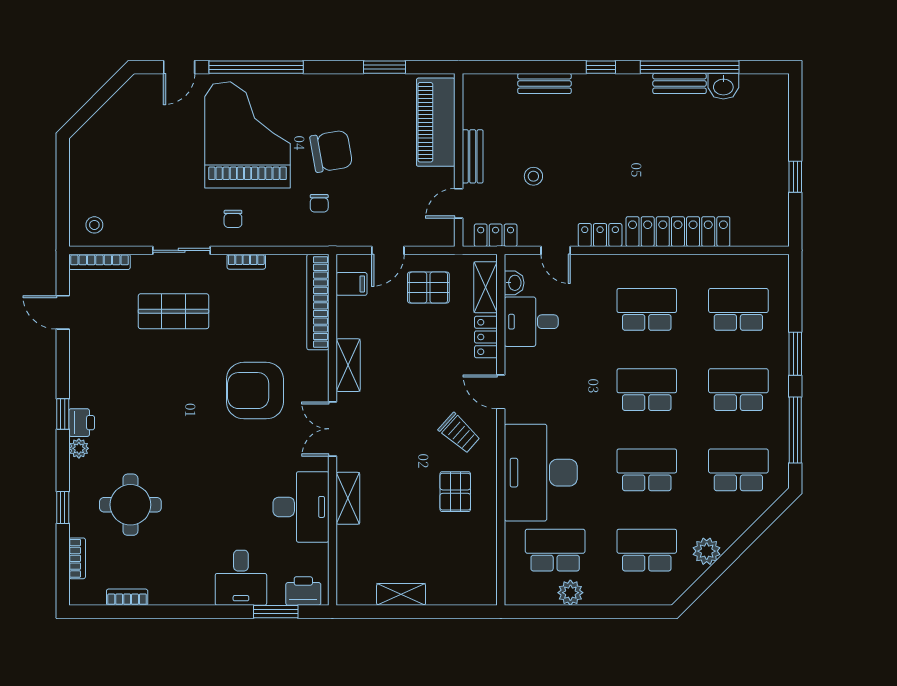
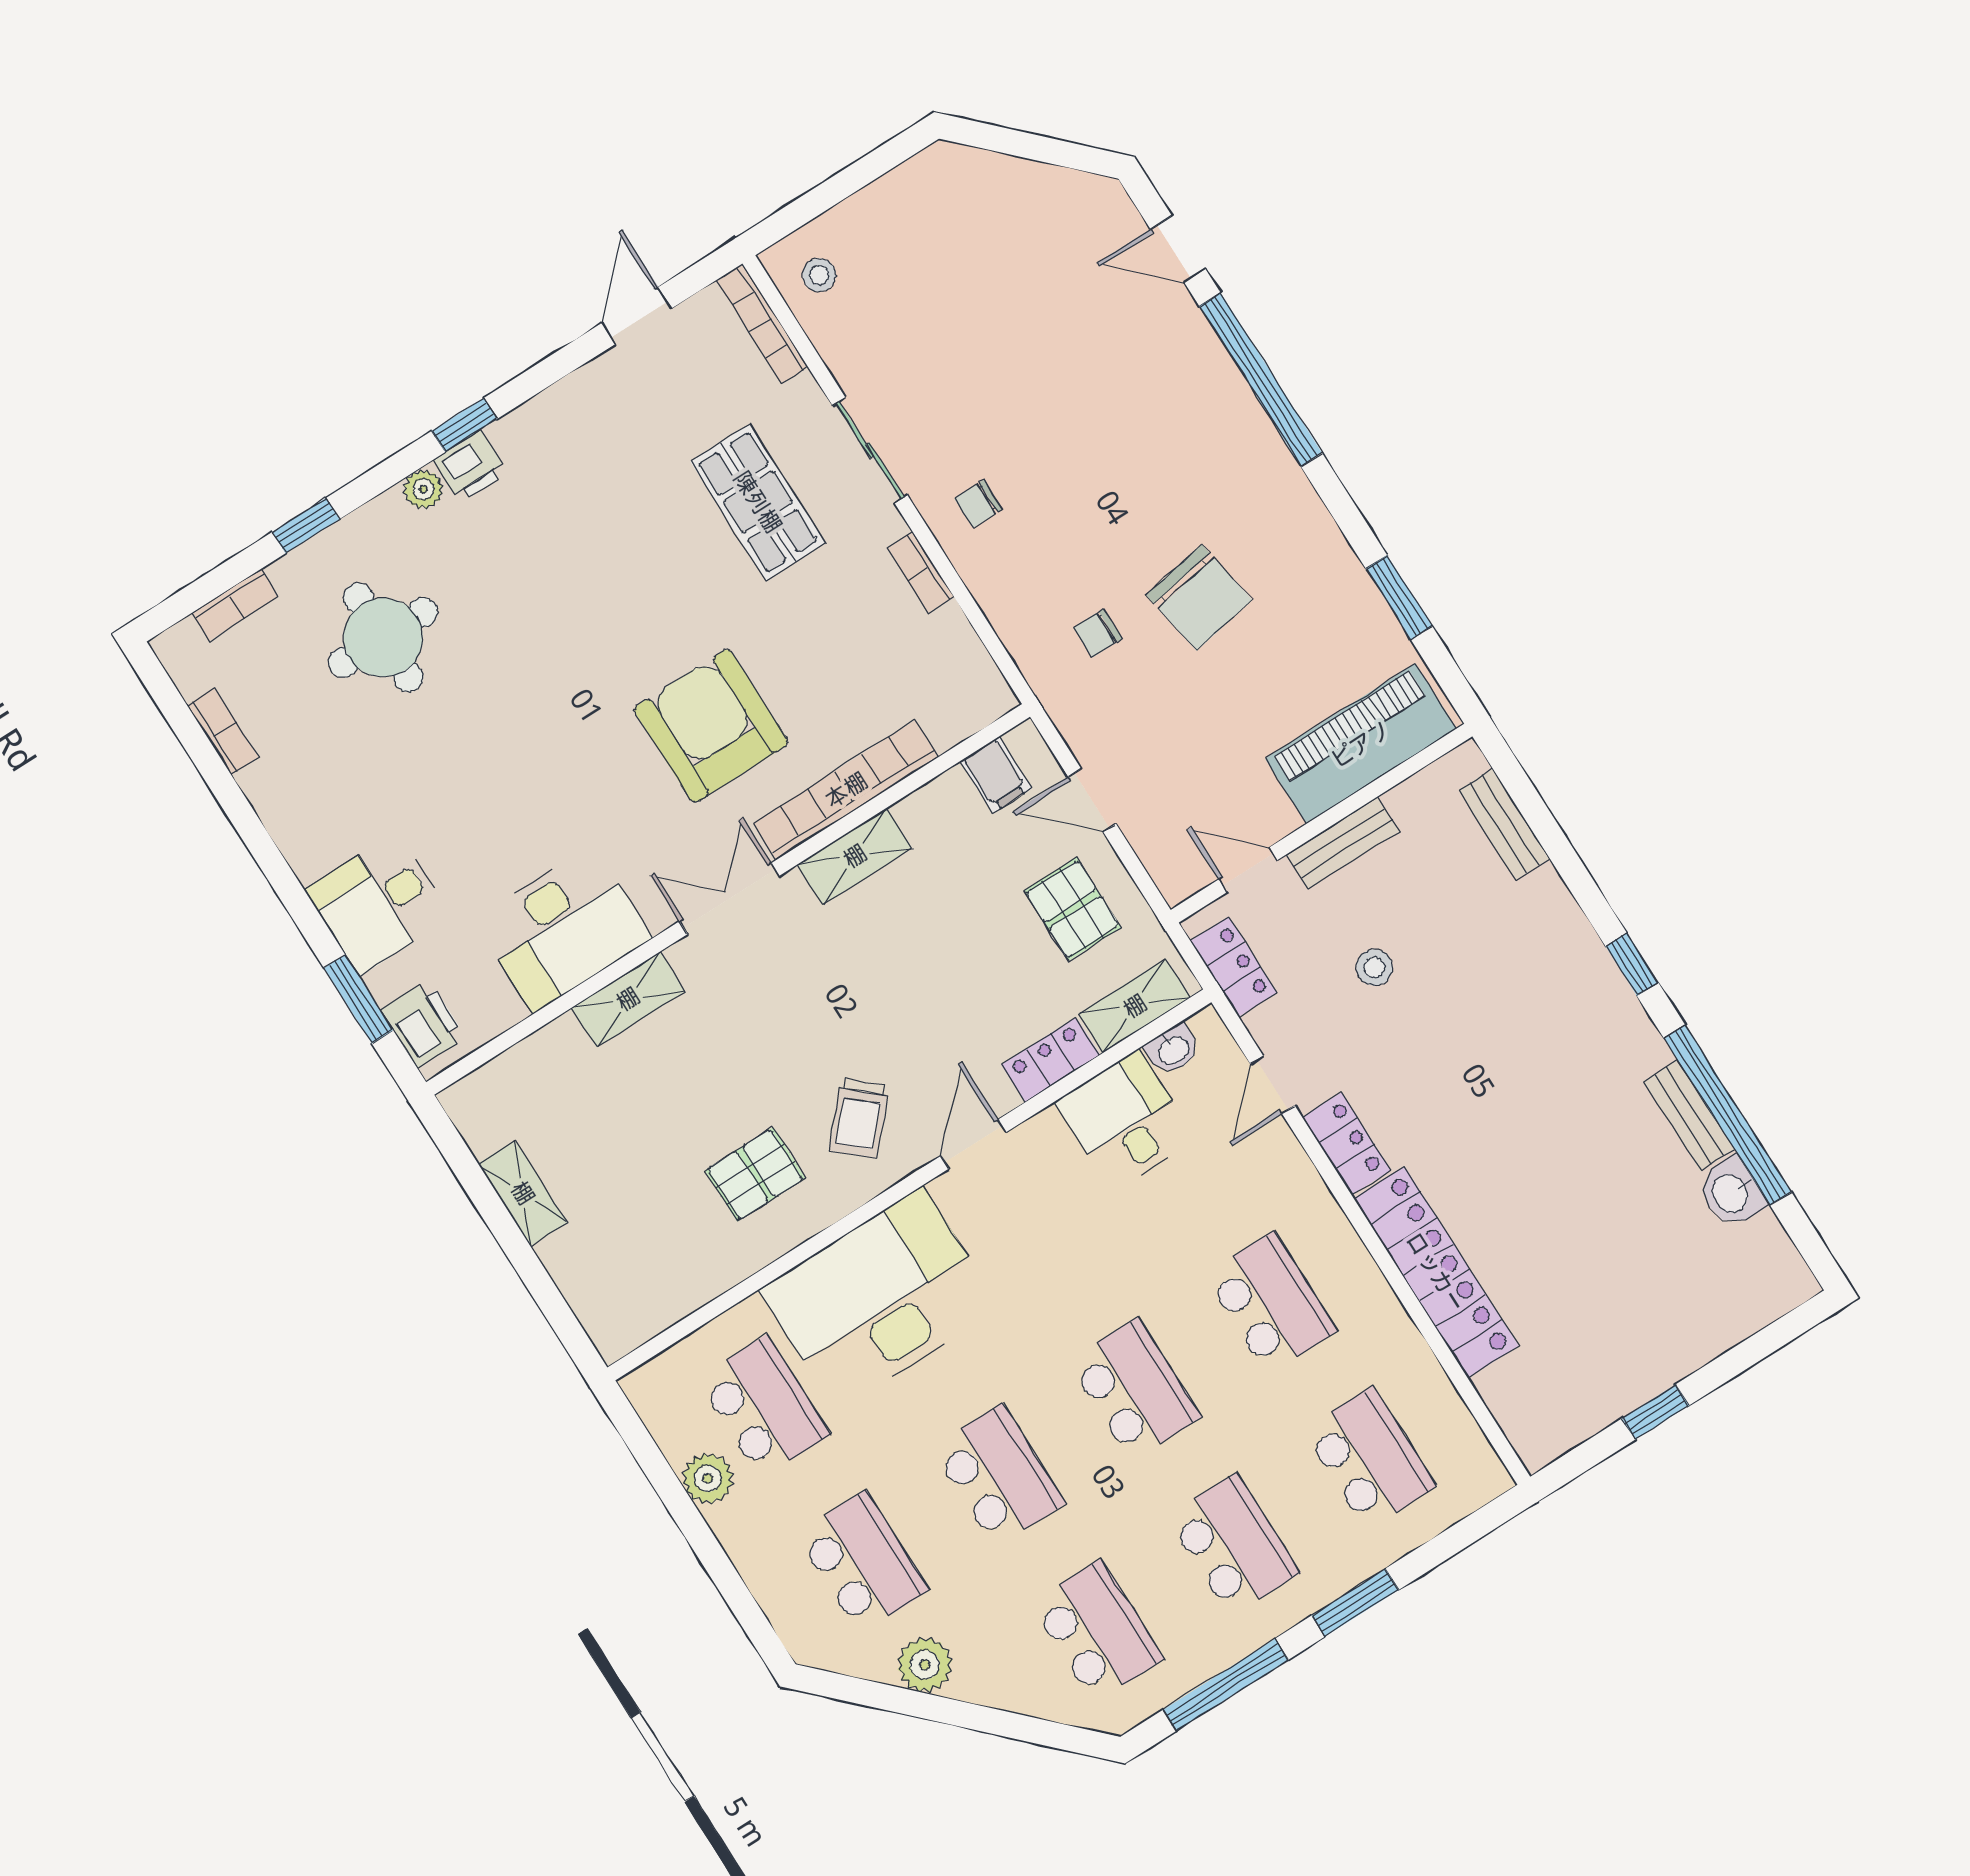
bench: (544, 84) -> (1504, 824), moved
grand piano: (248, 135) -> (1137, 438), removed
bookcase: (318, 302) -> (846, 790), moved

